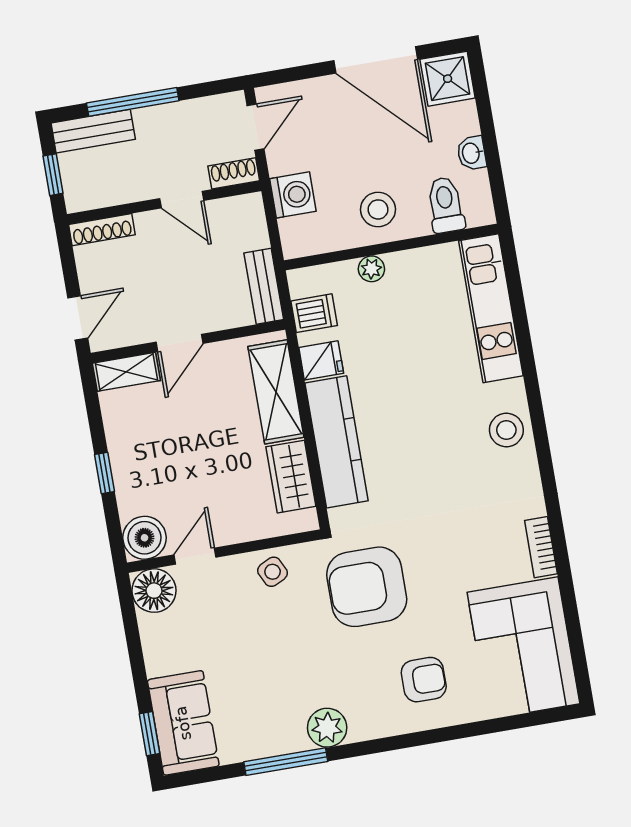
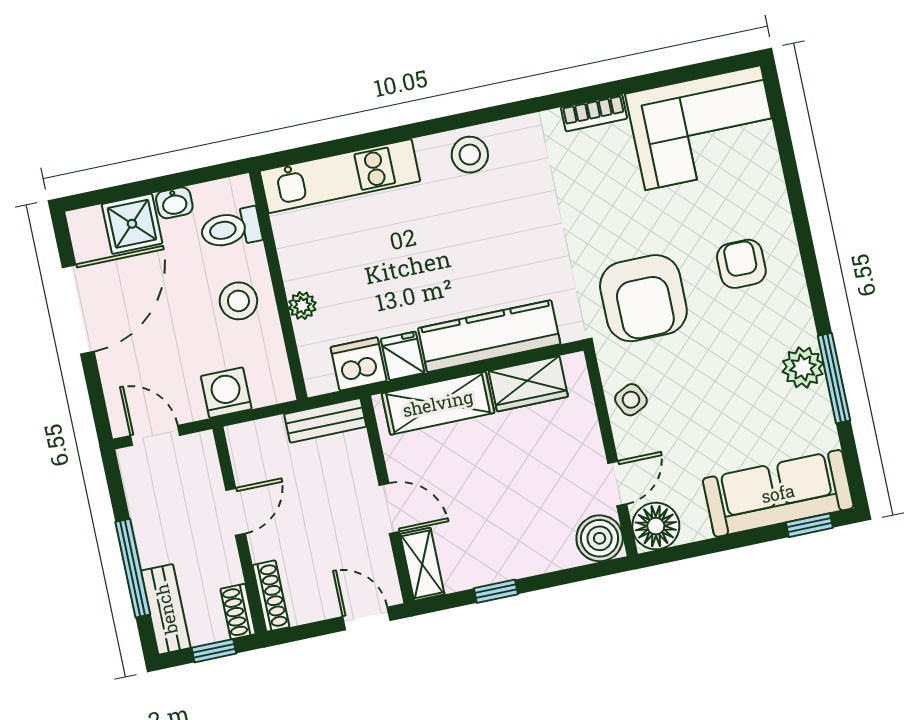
shower: (448, 79) -> (132, 224), moved
shoe rack: (234, 173) -> (238, 611), moved
dishwasher: (314, 313) -> (359, 364), width x1.38
window: (105, 473) -> (496, 591), moved
door: (195, 556) -> (617, 483), swing flipped
armchair: (424, 680) -> (741, 264), moved
sofa: (183, 723) -> (778, 493), width x1.36
plant: (327, 728) -> (803, 368), moved

